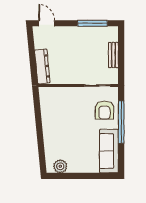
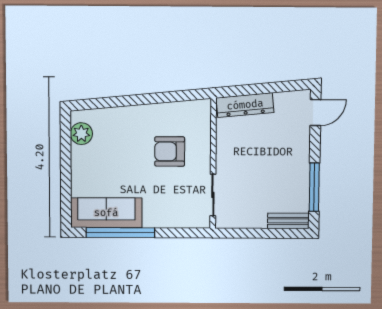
bench: (113, 55) -> (288, 221), moved
armchair: (104, 110) -> (170, 151), moved
window: (121, 122) -> (120, 233), moved

